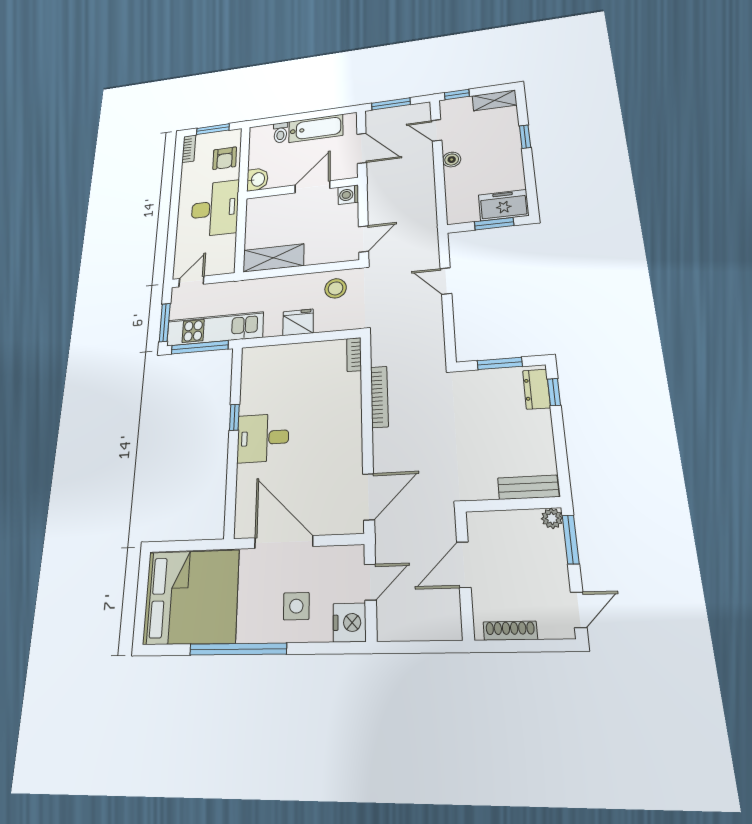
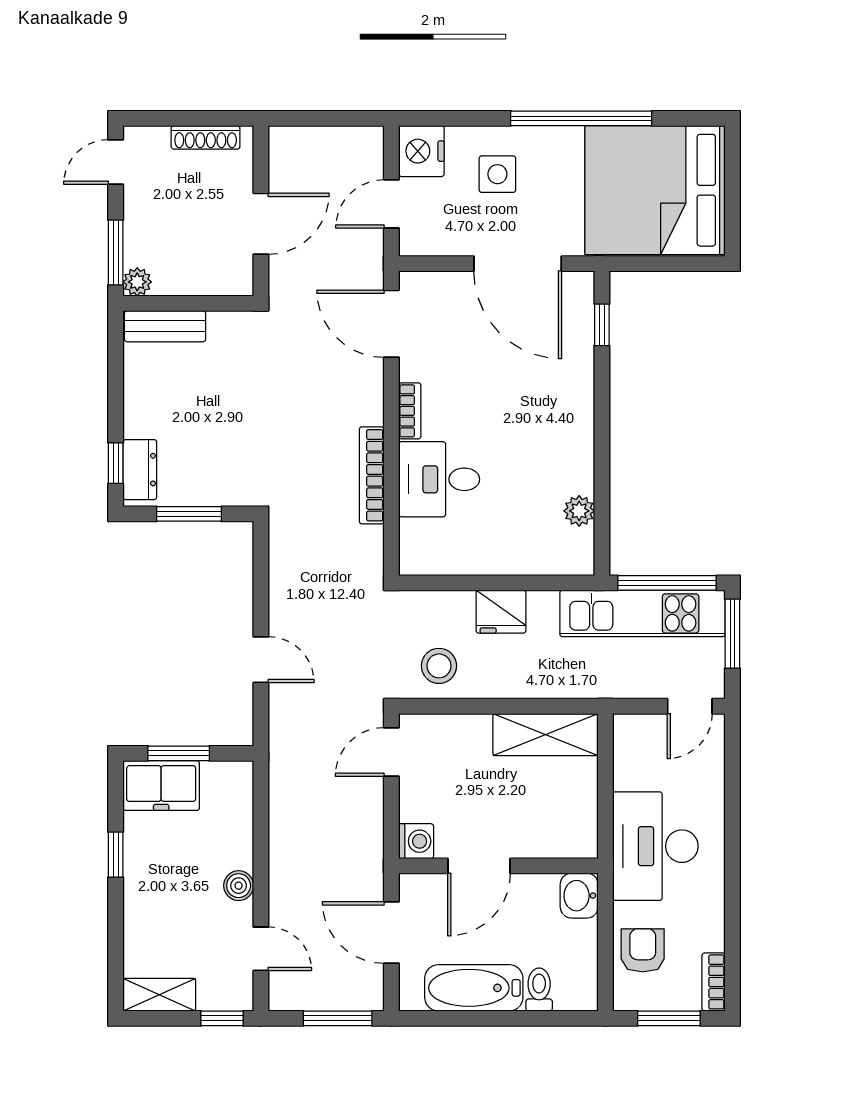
window: (525, 137) -> (116, 855), moved
bookcase: (354, 354) -> (410, 411), moved
plant: (249, 385) -> (579, 511), added
window: (234, 417) -> (602, 325), moved
desk: (263, 438) -> (439, 479), moved, turned 180
door: (369, 497) -> (391, 324), hinge flipped

